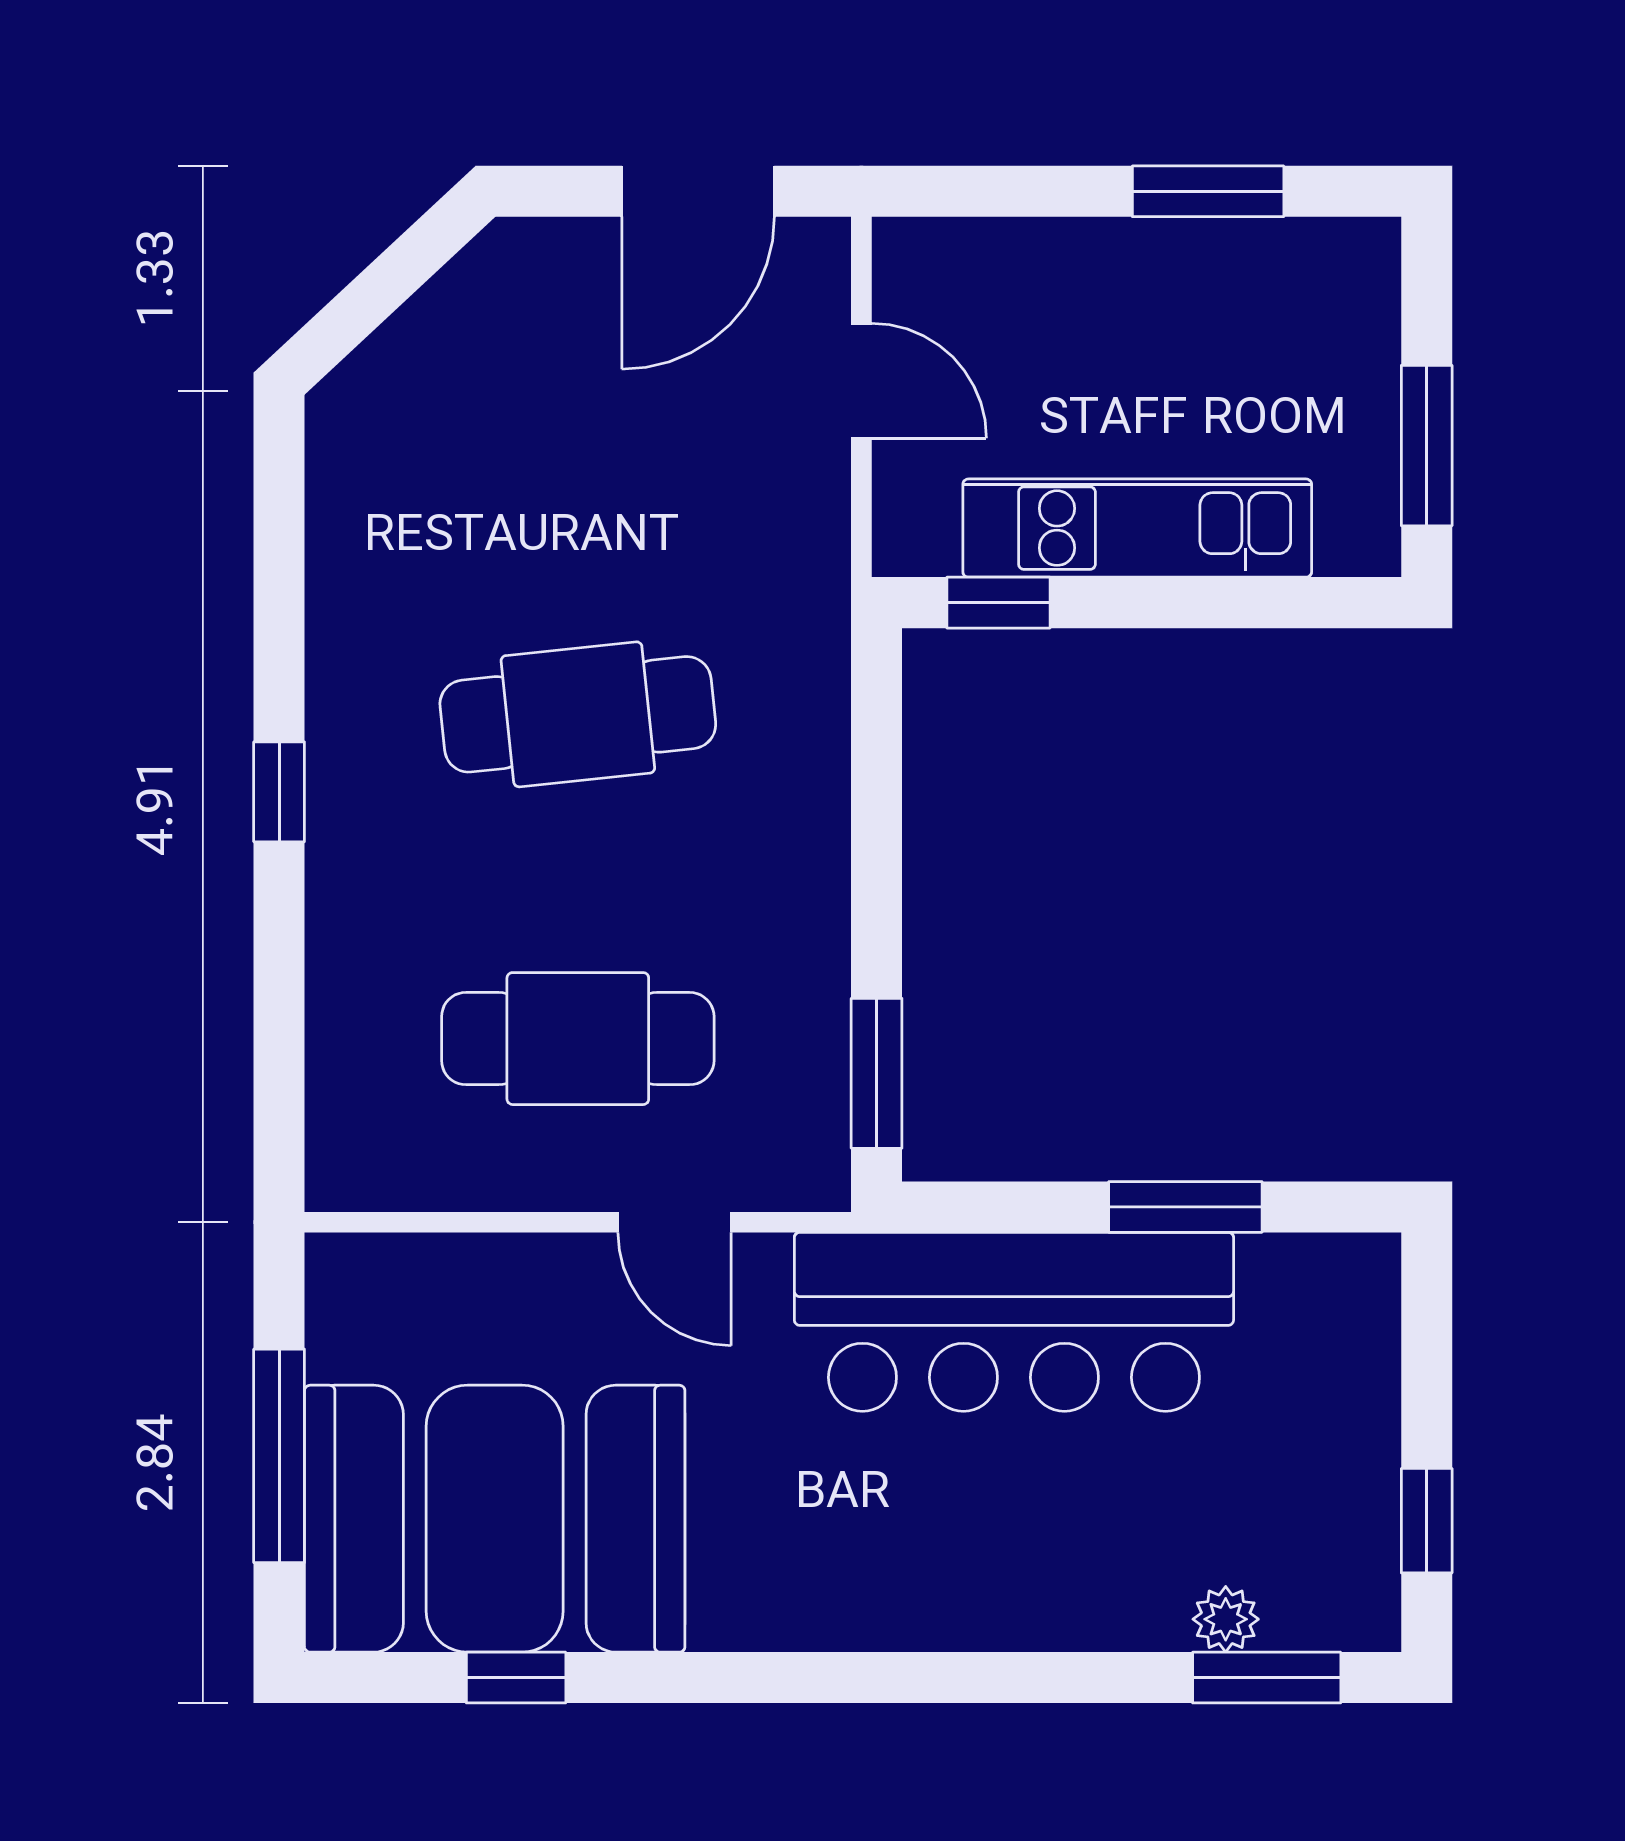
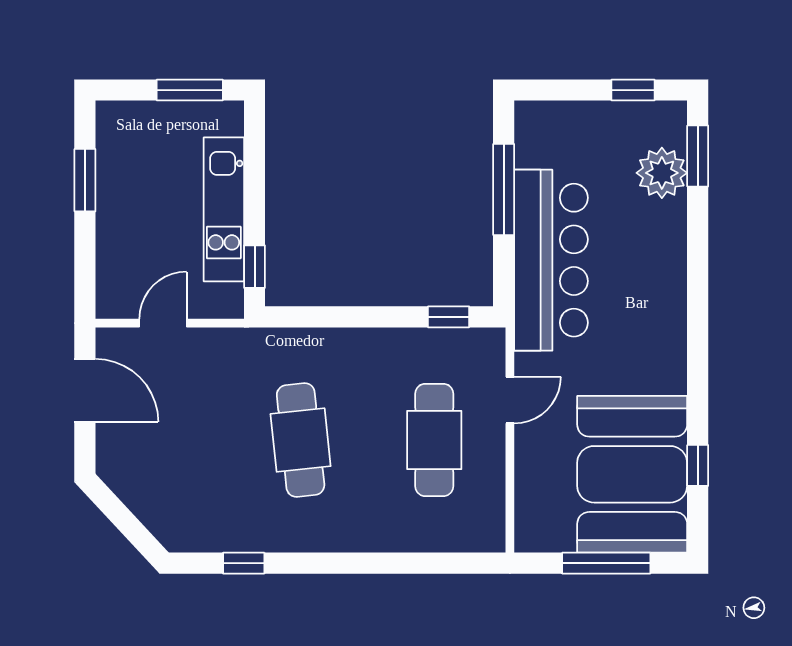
window: (279, 792) -> (244, 563), moved
window: (877, 1073) -> (449, 317), width x0.67
window: (1185, 1207) -> (504, 190), width x1.44
plant: (1226, 1619) -> (662, 173), width x1.88, depth x1.88

